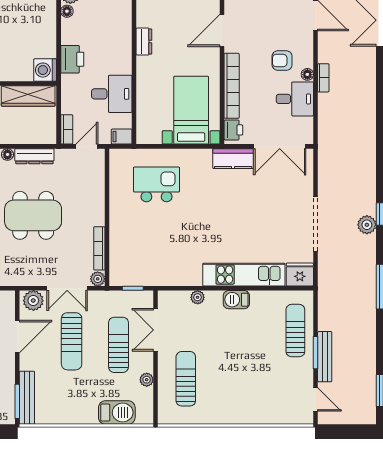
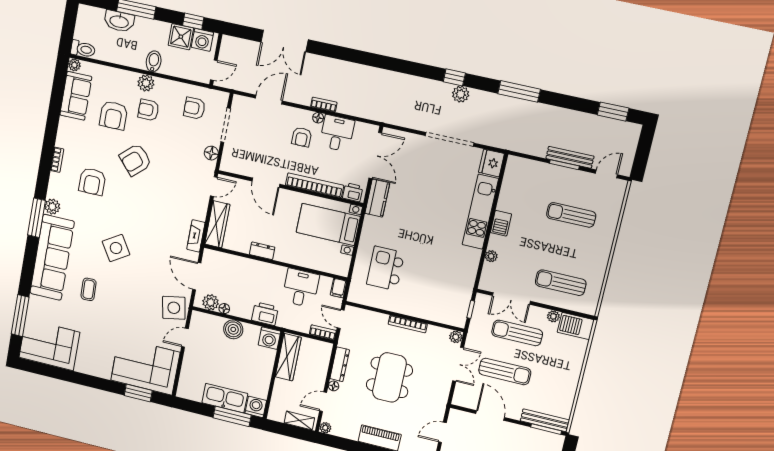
boiler: (45, 26) -> (233, 329), added
bookcase: (99, 248) -> (408, 324), moved
plant: (33, 301) -> (462, 395), removed
sun lounger: (295, 331) -> (571, 215), moved
barbecue: (117, 413) -> (576, 326), moved, turned -90

